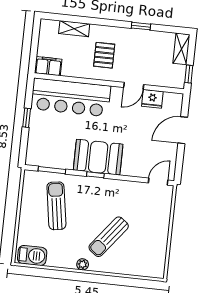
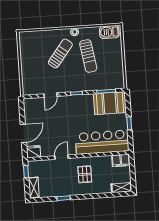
shelving: (74, 29) -> (121, 188), moved
fridge: (152, 99) -> (33, 152), moved
booth: (98, 157) -> (110, 103), moved
door: (158, 182) -> (50, 95), moved
sun lounger: (56, 206) -> (88, 56), moved

